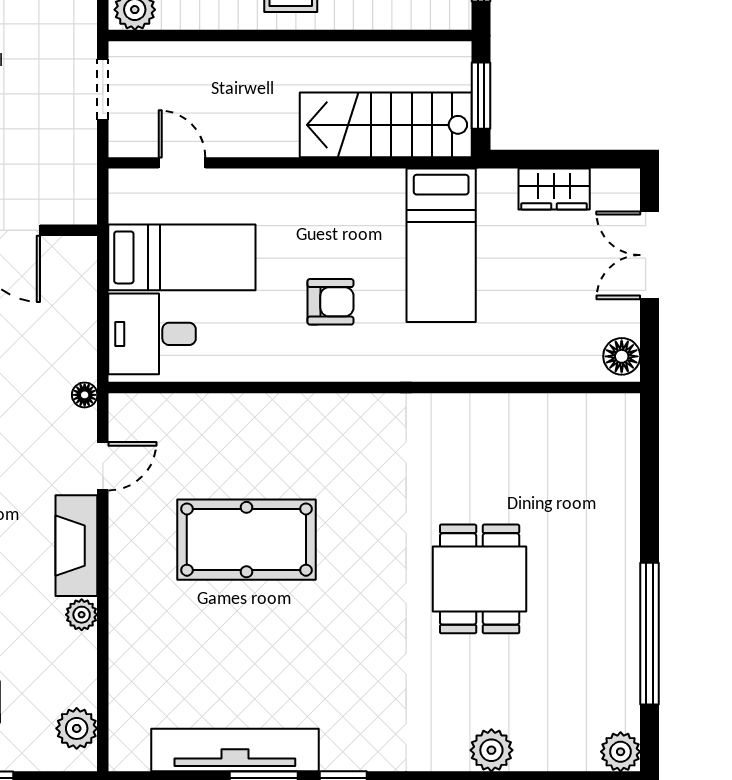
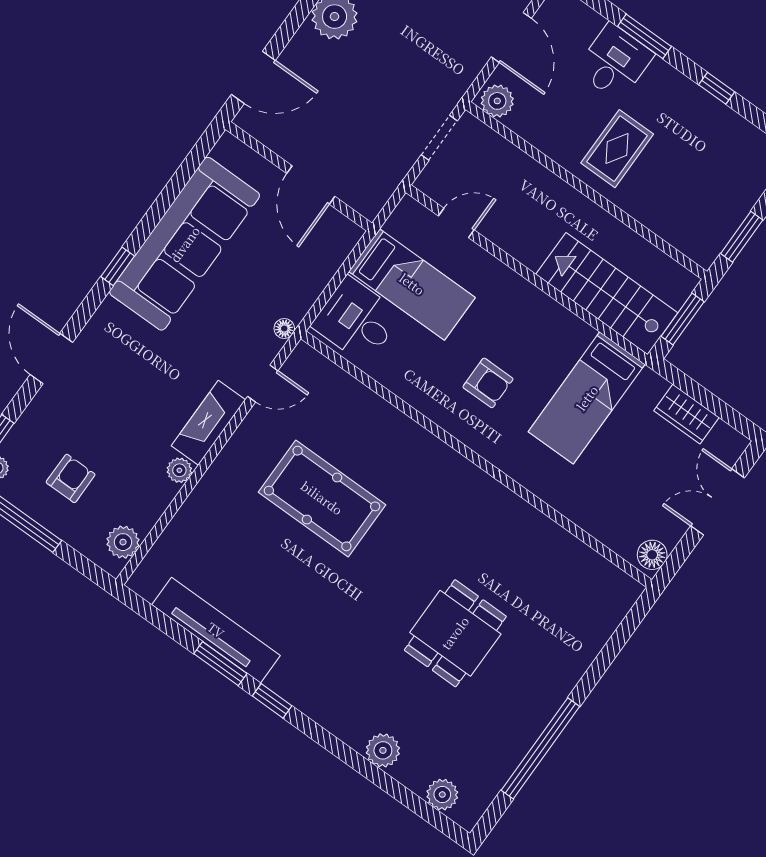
door: (182, 163) -> (456, 223), hinge flipped
plant: (621, 752) -> (442, 795), moved

